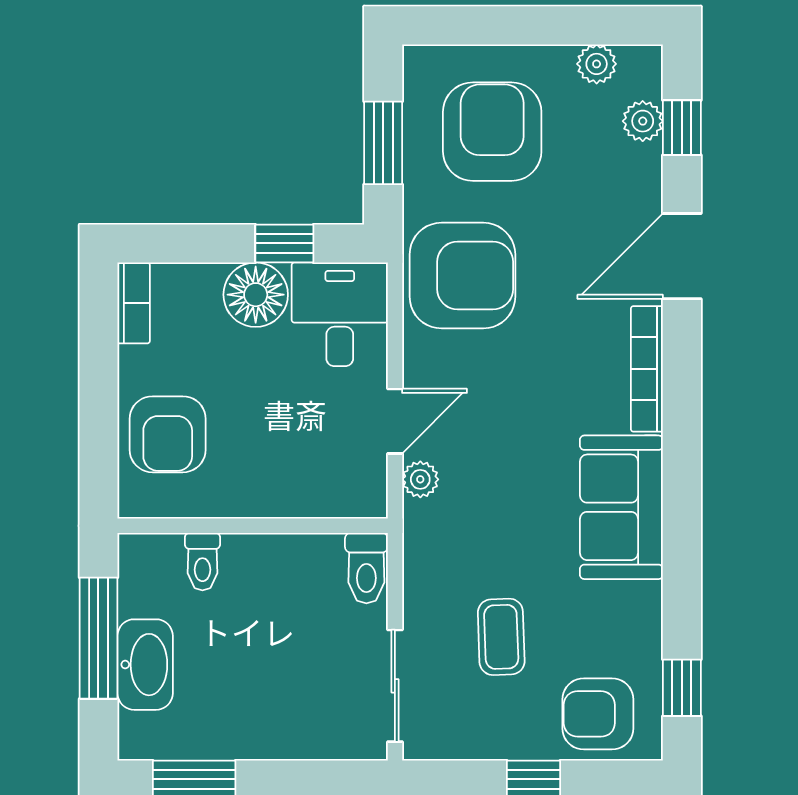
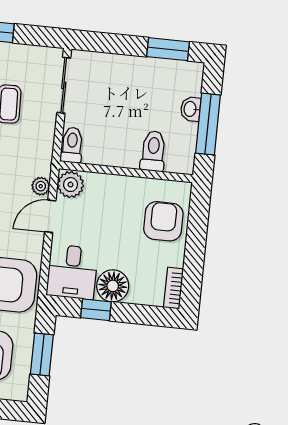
plant: (361, 489) -> (71, 185), added
toilet: (202, 562) -> (153, 151), width x1.37, depth x1.39
washbasin: (145, 665) -> (191, 109), width x0.52, depth x0.69

